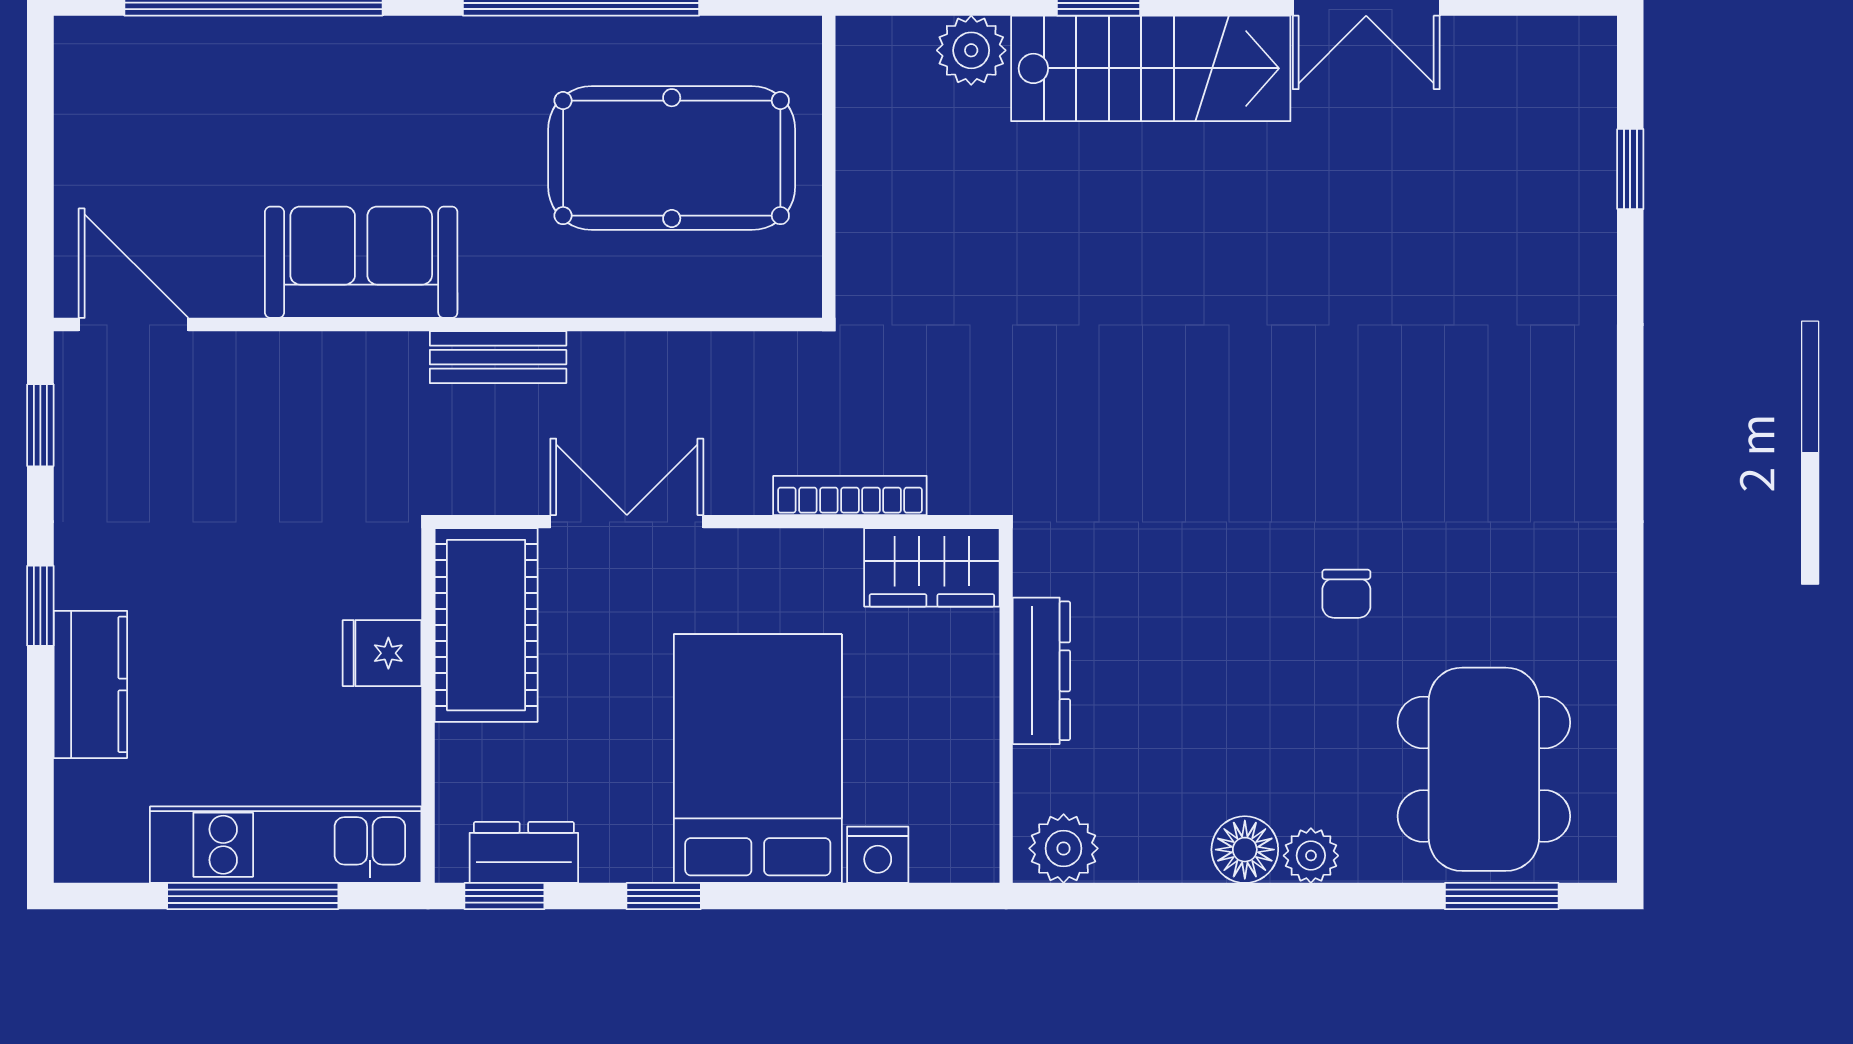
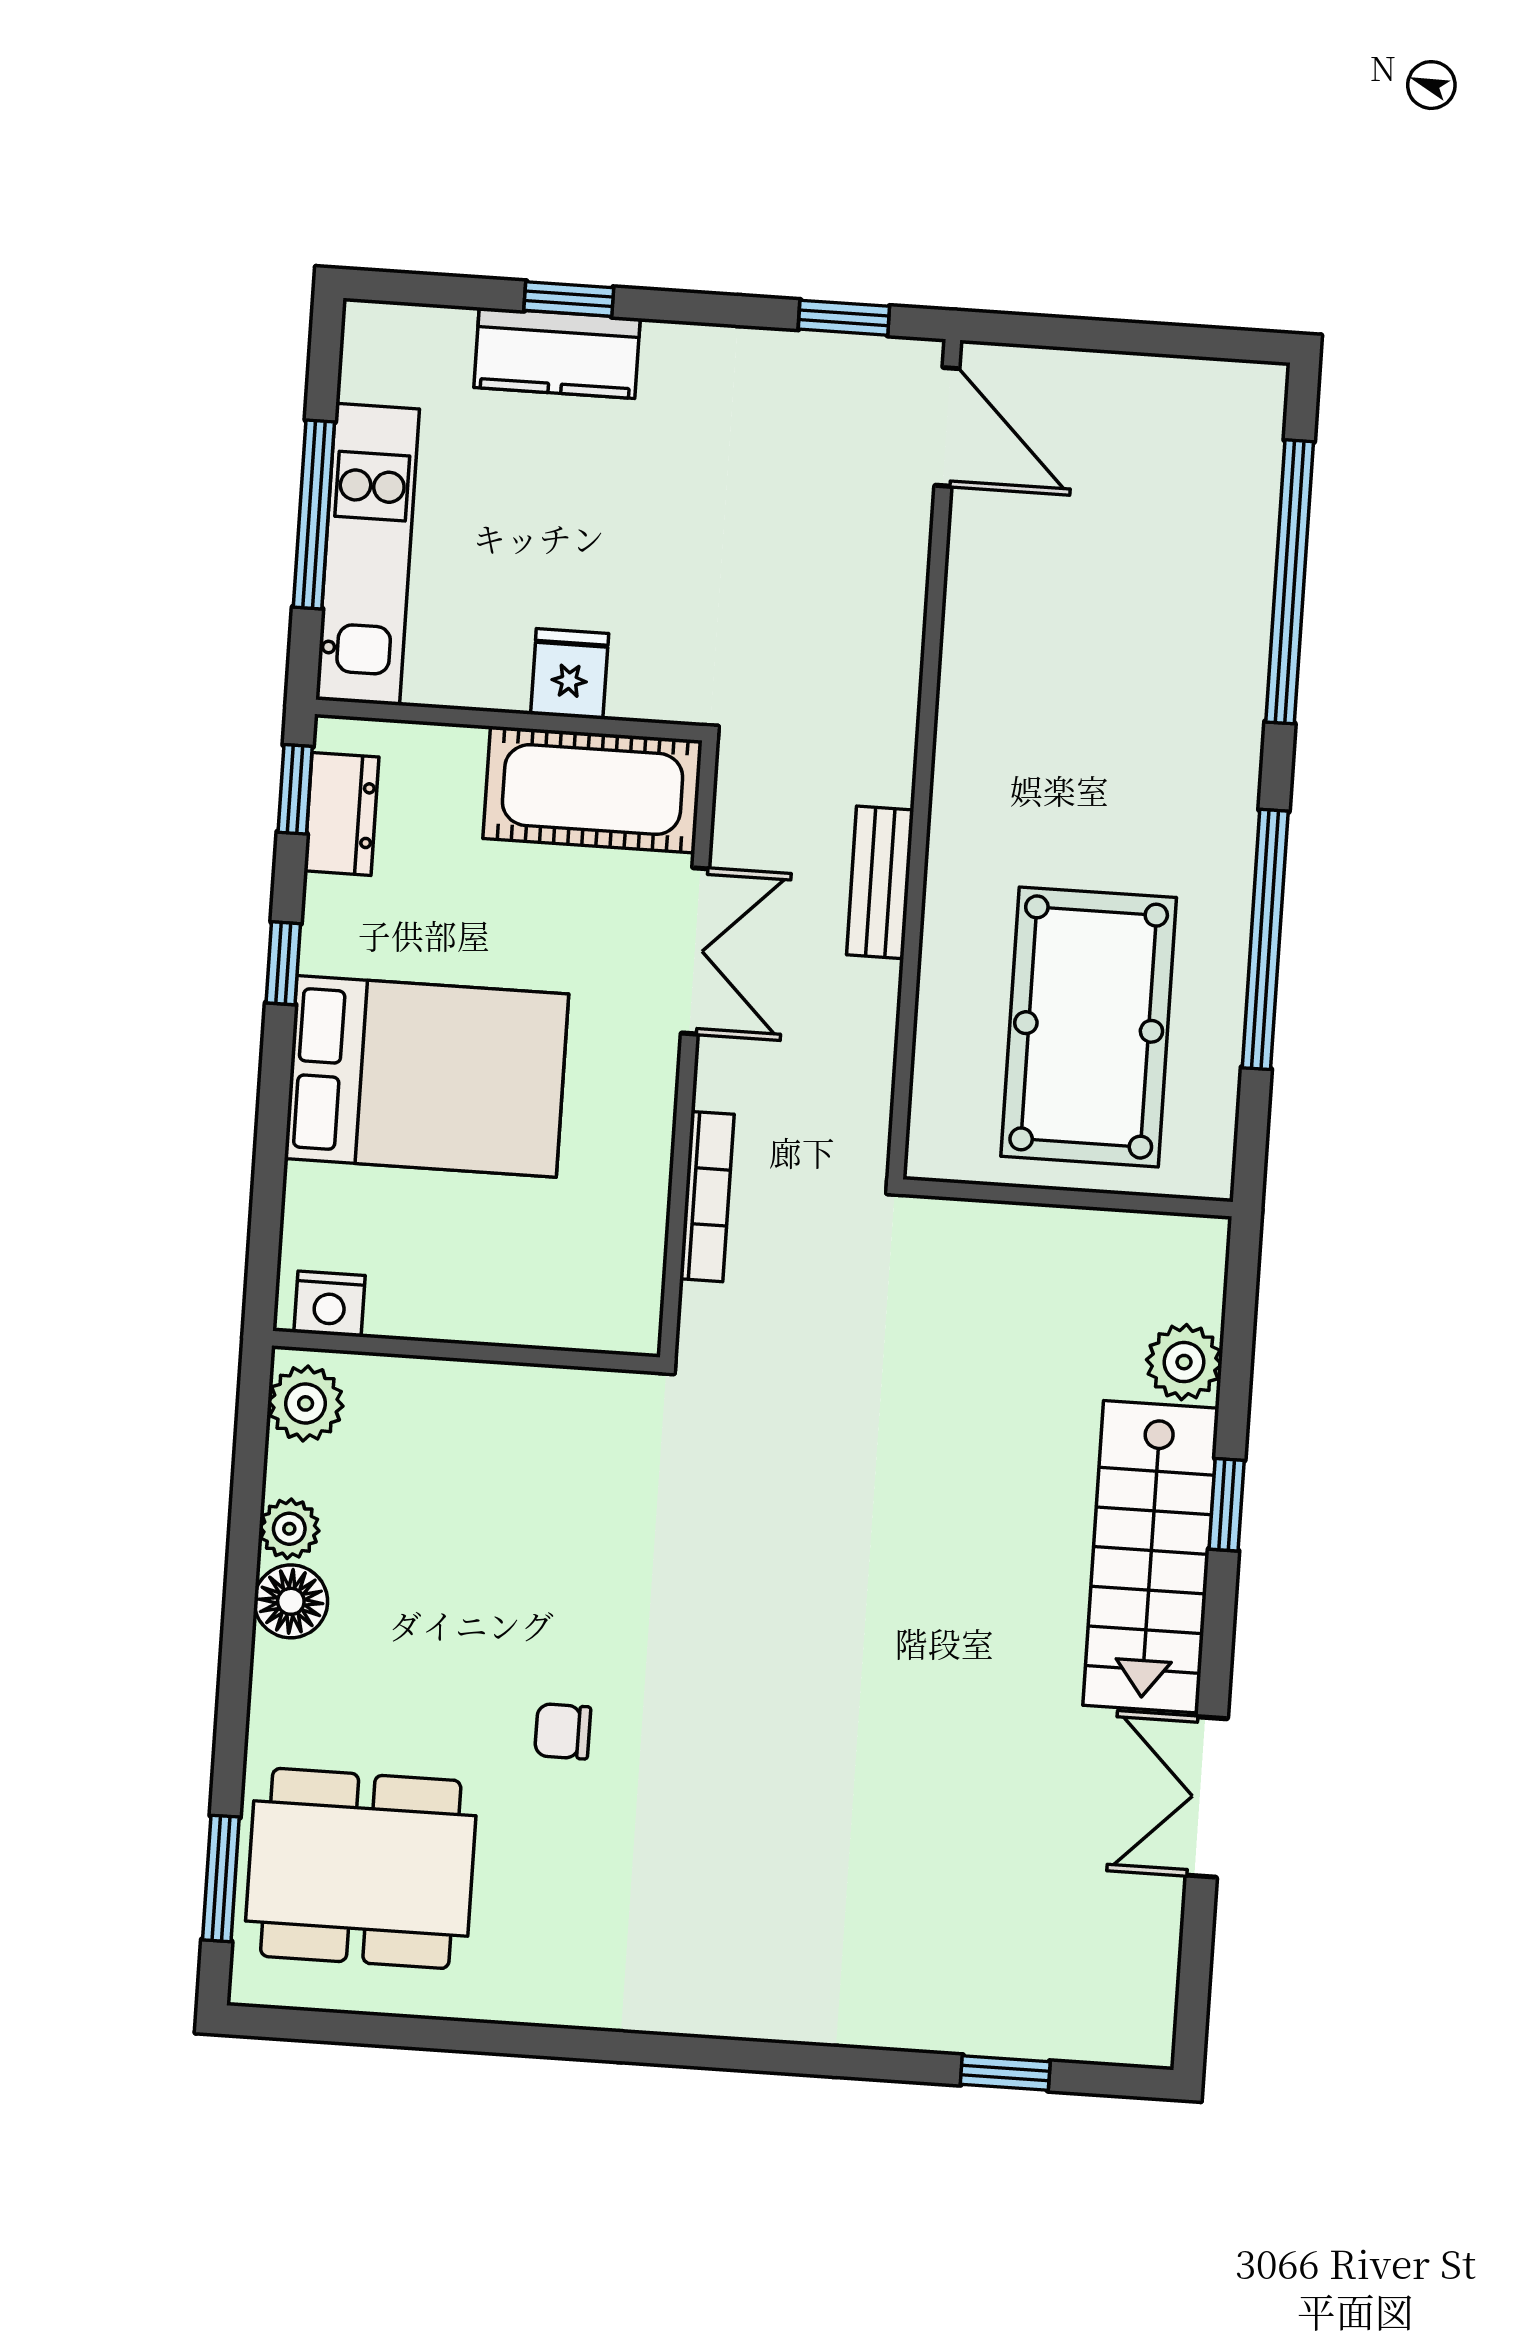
sofa: (361, 262) -> (998, 680), removed
door: (134, 325) -> (947, 427), hinge flipped
bench: (498, 357) -> (880, 882), moved
wardrobe: (932, 567) -> (622, 1281), removed
window: (40, 606) -> (569, 299), moved
dresser: (1041, 671) -> (501, 1393), removed
nightstand: (878, 855) -> (329, 1304), moved, turned -90
plant: (1311, 856) -> (289, 1529), moved

